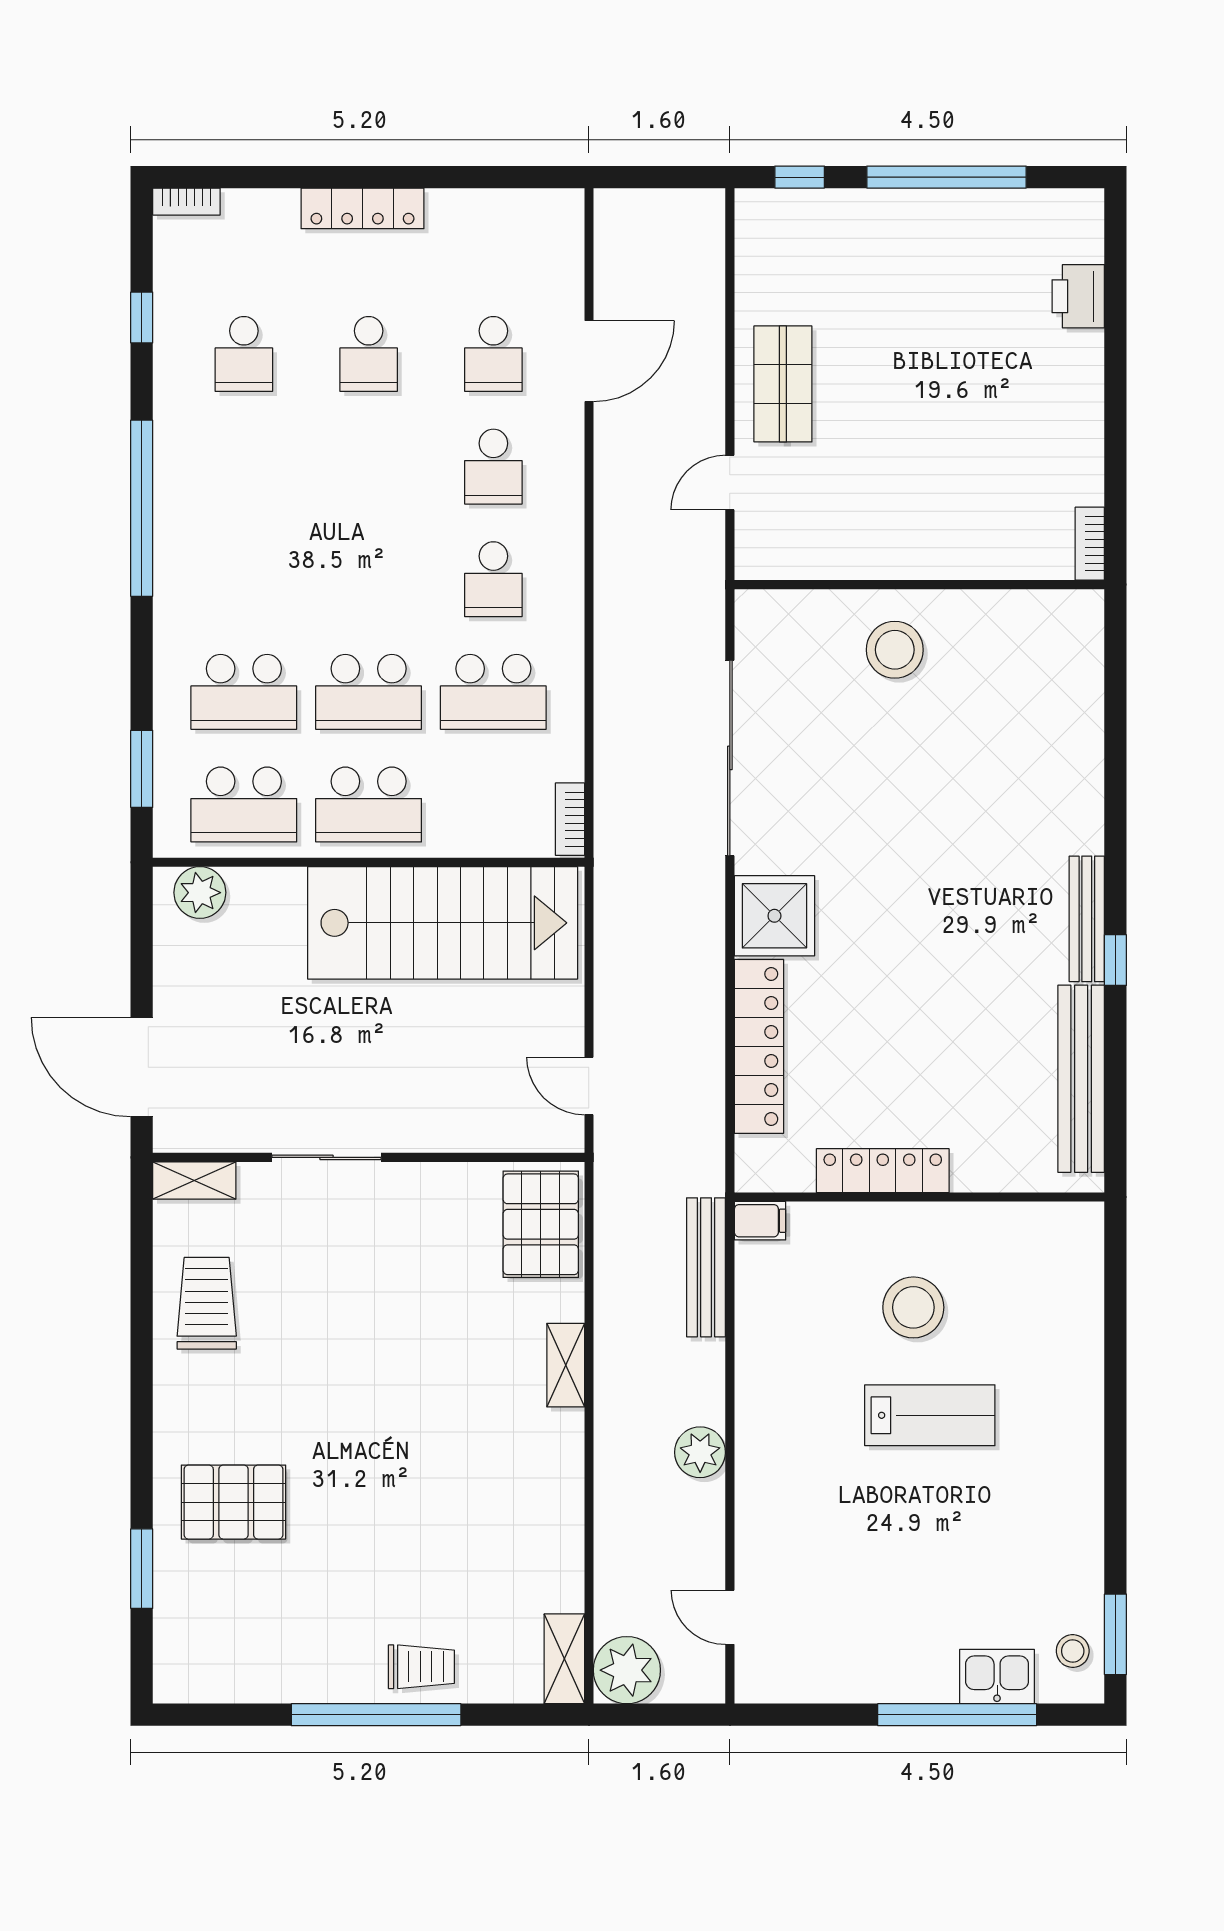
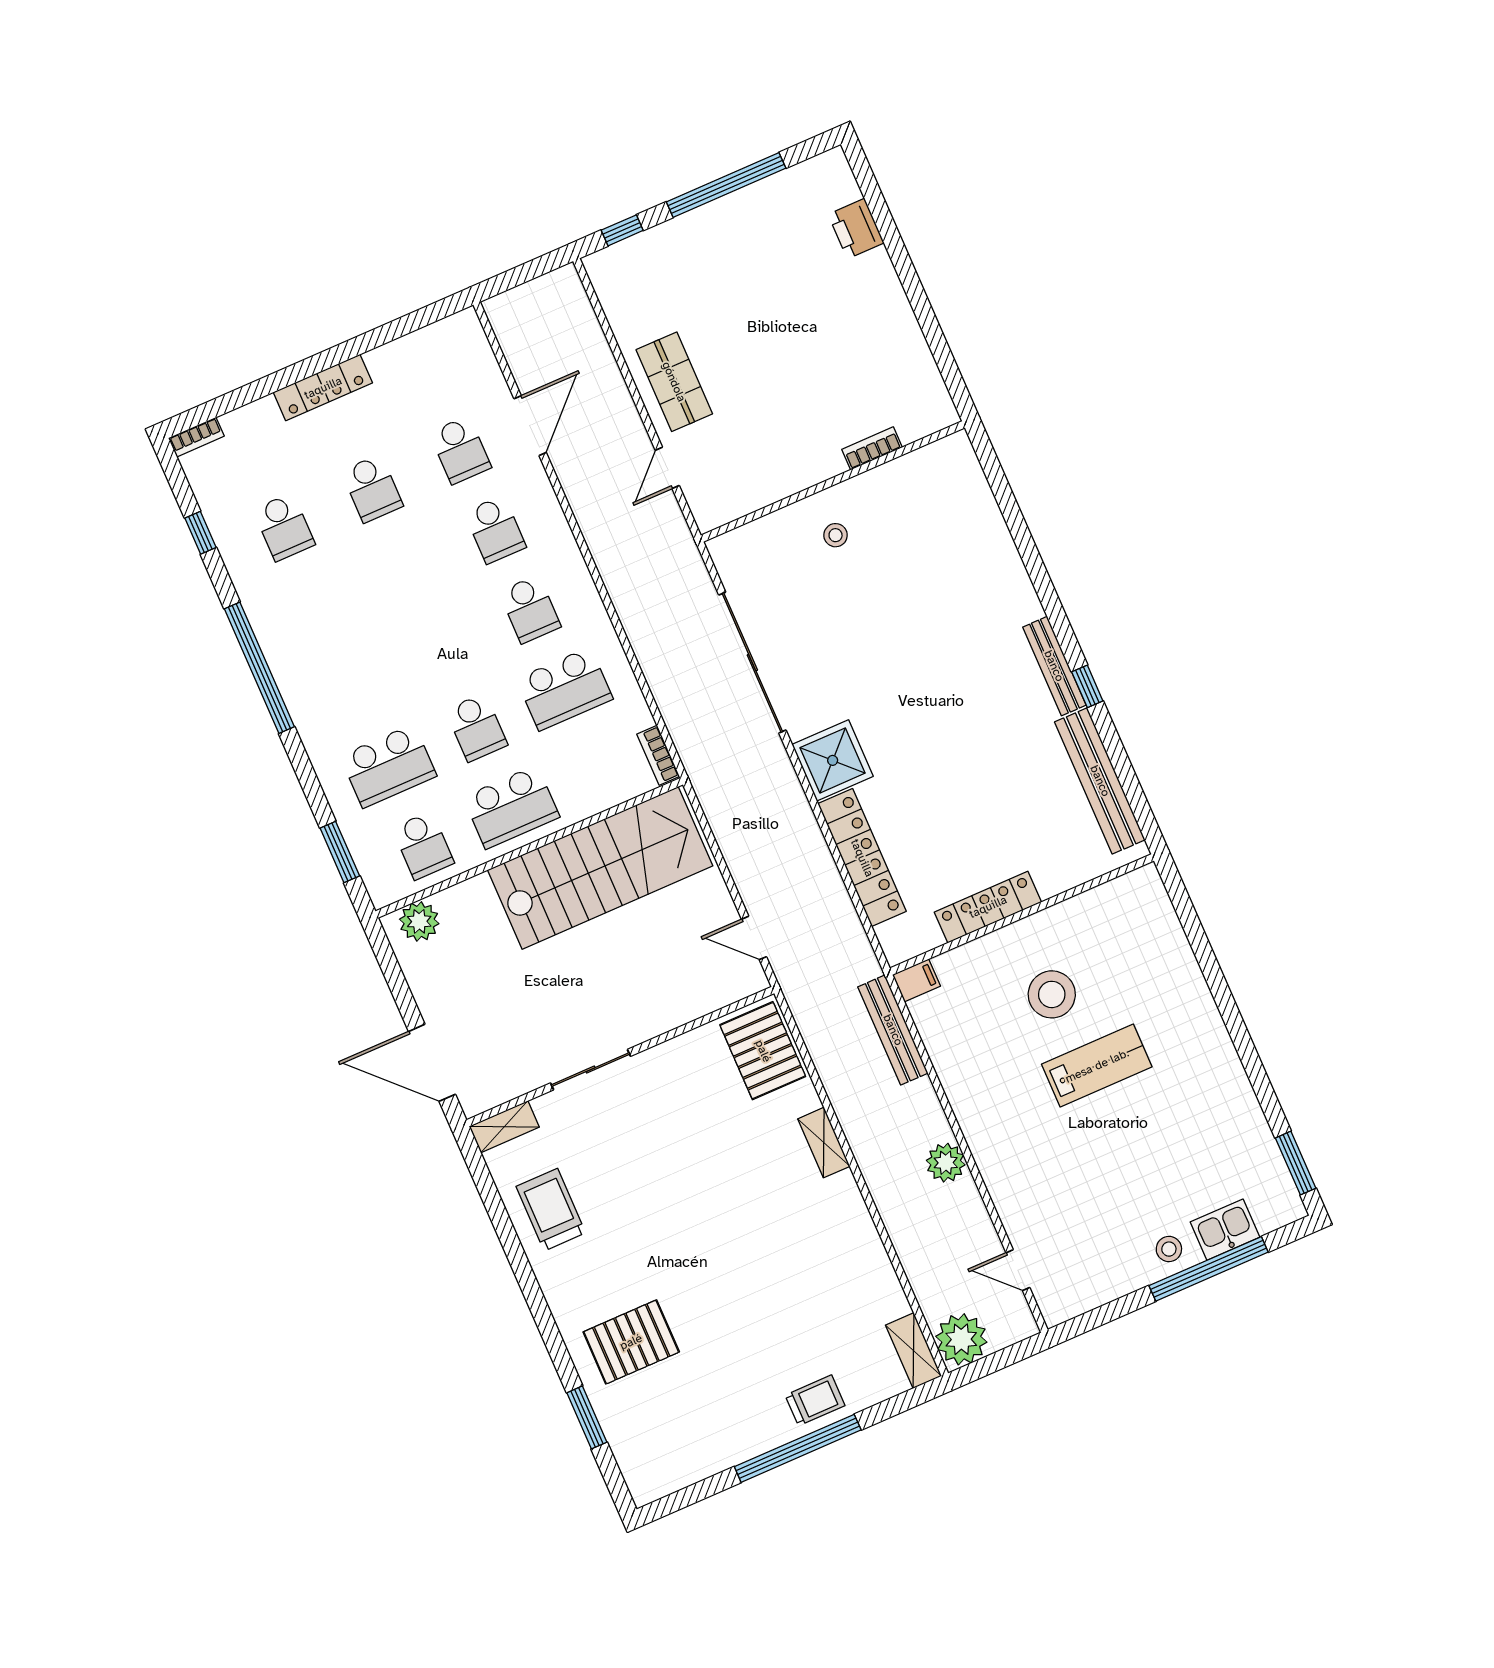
bookcase: (1090, 544) -> (872, 448), moved, turned 90
stool: (895, 650) -> (836, 535), width x0.53, depth x0.53
school desk: (369, 692) -> (477, 727), width x0.54
school desk: (244, 805) -> (423, 846), width x0.54
stool: (1073, 1651) -> (1169, 1249), moved

